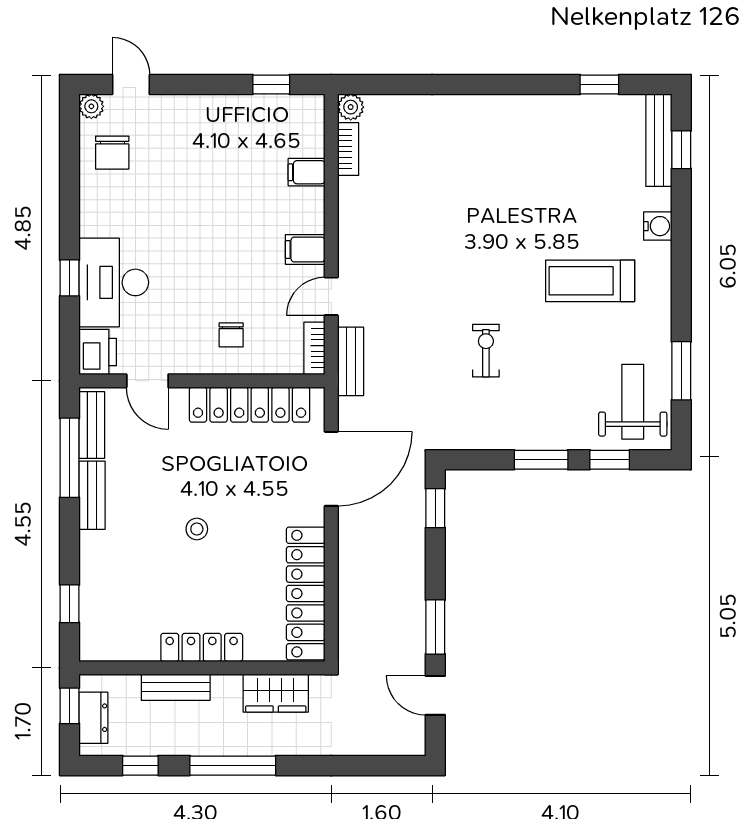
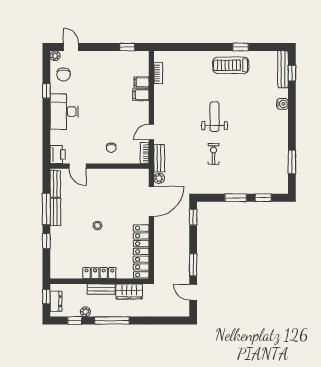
window: (599, 84) -> (241, 47), moved
plant: (351, 107) -> (159, 178), moved
filing cabinet: (305, 250) -> (141, 95), moved
window: (70, 278) -> (46, 91), moved
treadmill: (590, 281) -> (231, 65), moved
desk: (114, 282) -> (64, 112), moved
weight bench: (633, 402) -> (215, 117), moved
locker: (250, 405) -> (119, 176), removed
window: (70, 458) -> (46, 209), moved
window: (70, 604) -> (46, 241), moved
bench: (176, 687) -> (101, 289), moved
plant: (167, 744) -> (85, 312), added

